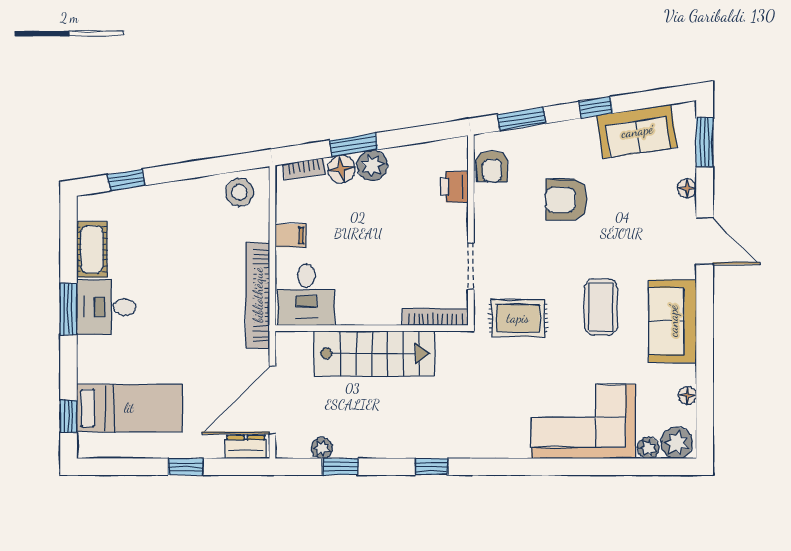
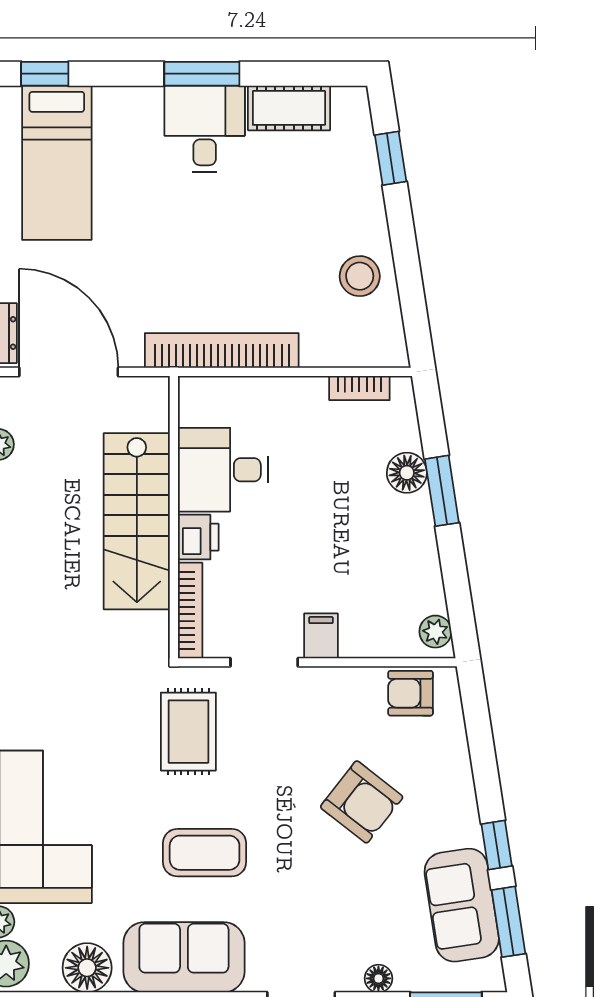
window: (521, 119) -> (509, 922), moved
plant: (372, 165) -> (435, 632), moved, width x0.73, depth x0.73
bookcase: (304, 169) -> (359, 388), moved, turned -81
printer: (454, 187) -> (198, 537), moved, turned 90
stool: (239, 192) -> (360, 276), moved
armchair: (566, 200) -> (362, 802), turned 128
filing cabinet: (290, 236) -> (321, 636), moved, turned 180
desk: (306, 295) -> (223, 470), moved
floor lamp: (688, 395) -> (87, 968), width x1.89, depth x1.89

